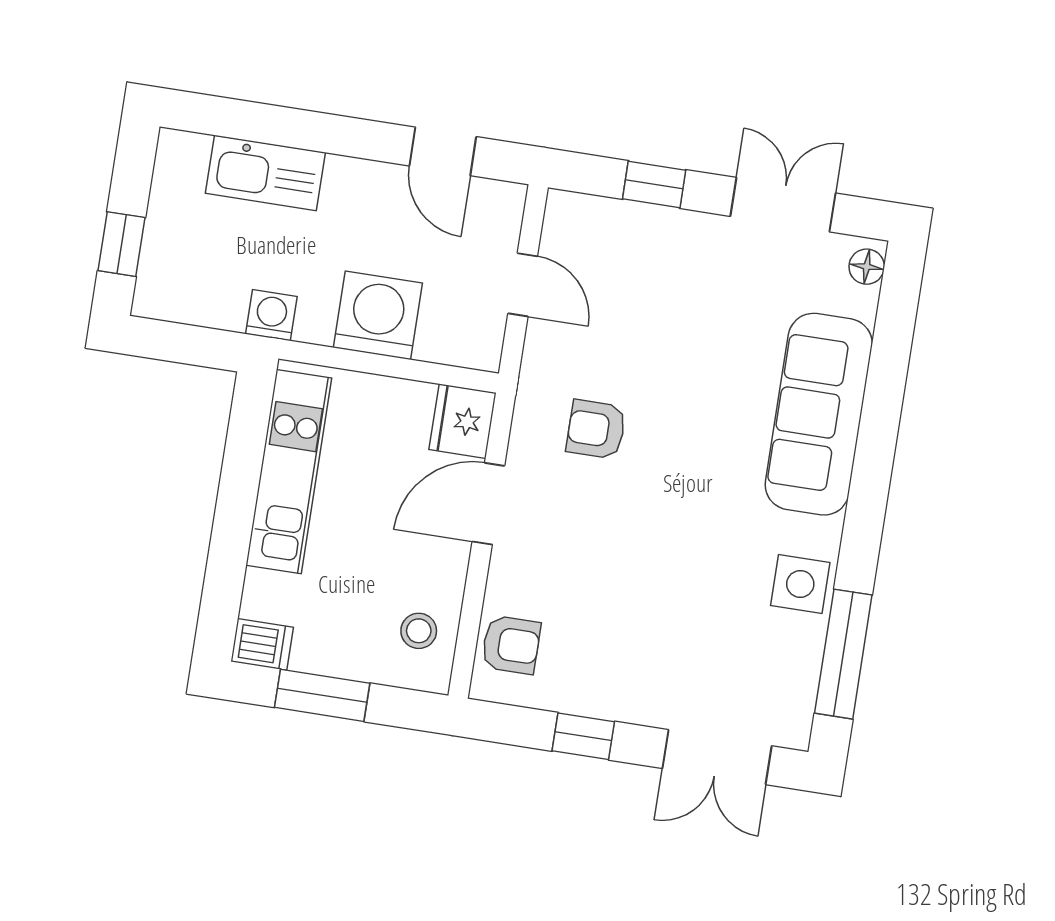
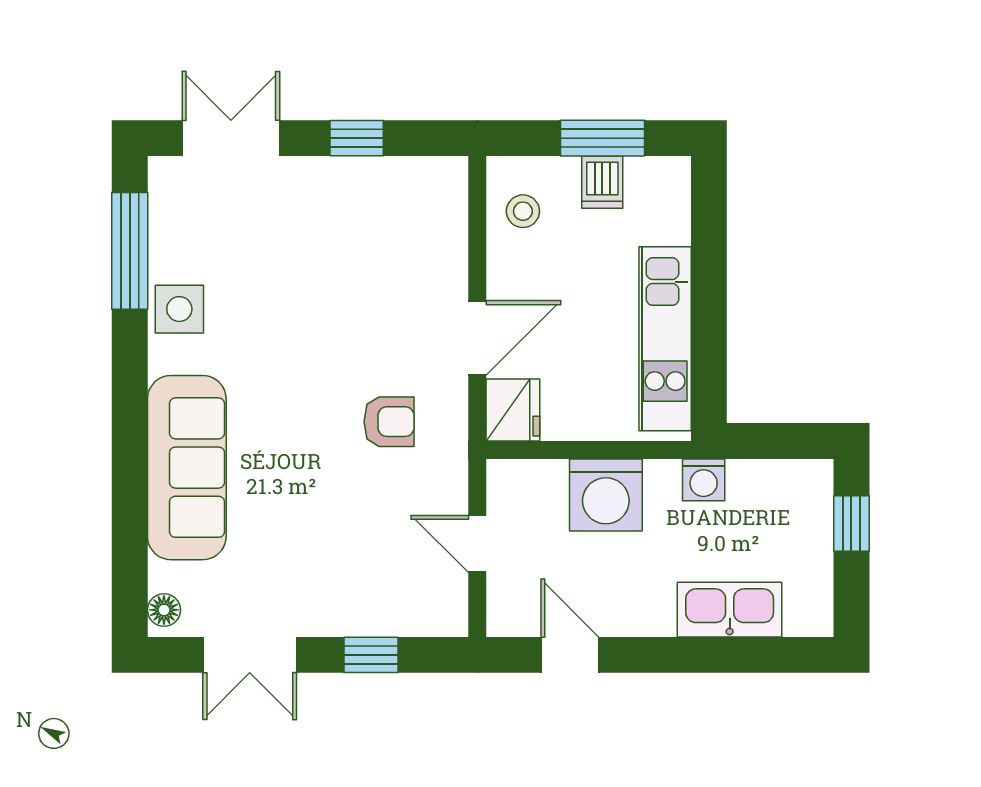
dishwasher: (262, 644) -> (602, 182), moved, turned -90
armchair: (511, 645) -> (436, 212), removed

